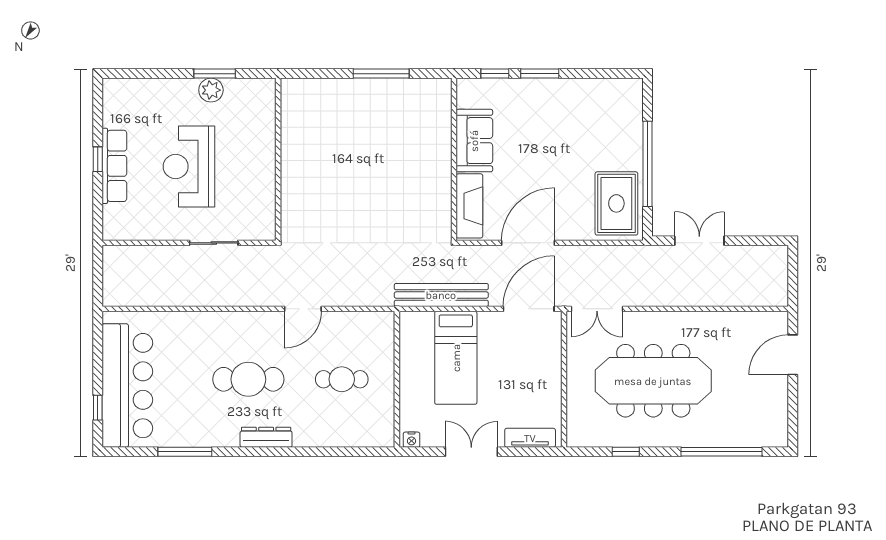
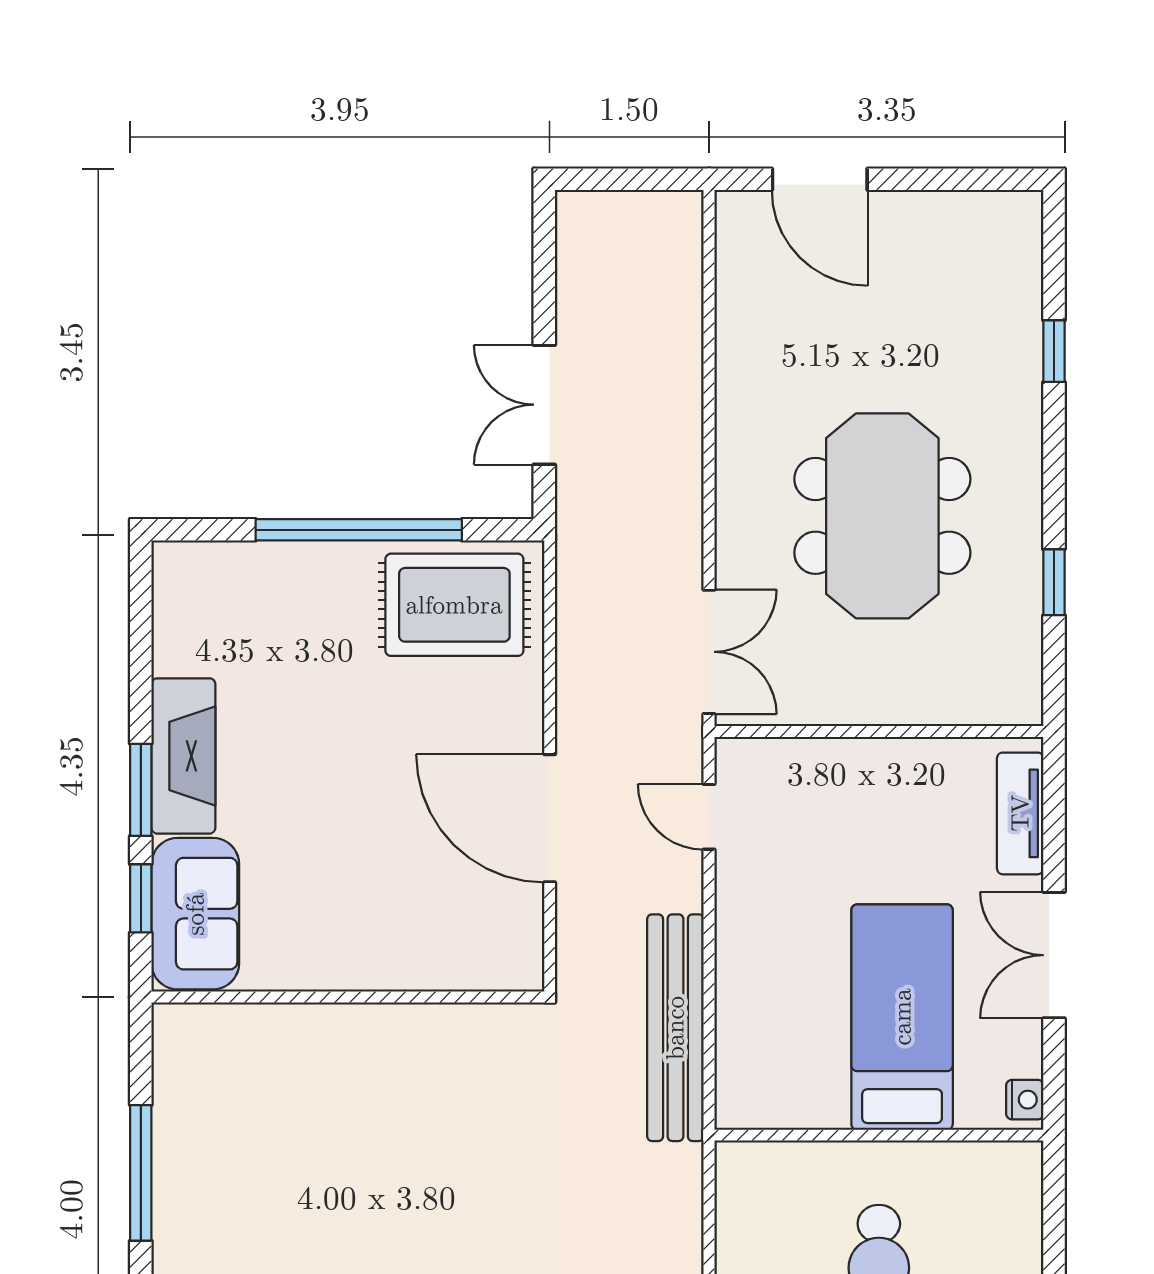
sofa: (474, 141) -> (195, 914), moved, turned 90
fireplace: (469, 206) -> (183, 756), moved, turned 90
door: (529, 309) -> (709, 817), width x0.53
bed: (456, 358) -> (902, 1017), moved, turned -90
meeting table: (653, 381) -> (882, 516), width x0.73
window: (722, 452) -> (1054, 351), width x0.32

